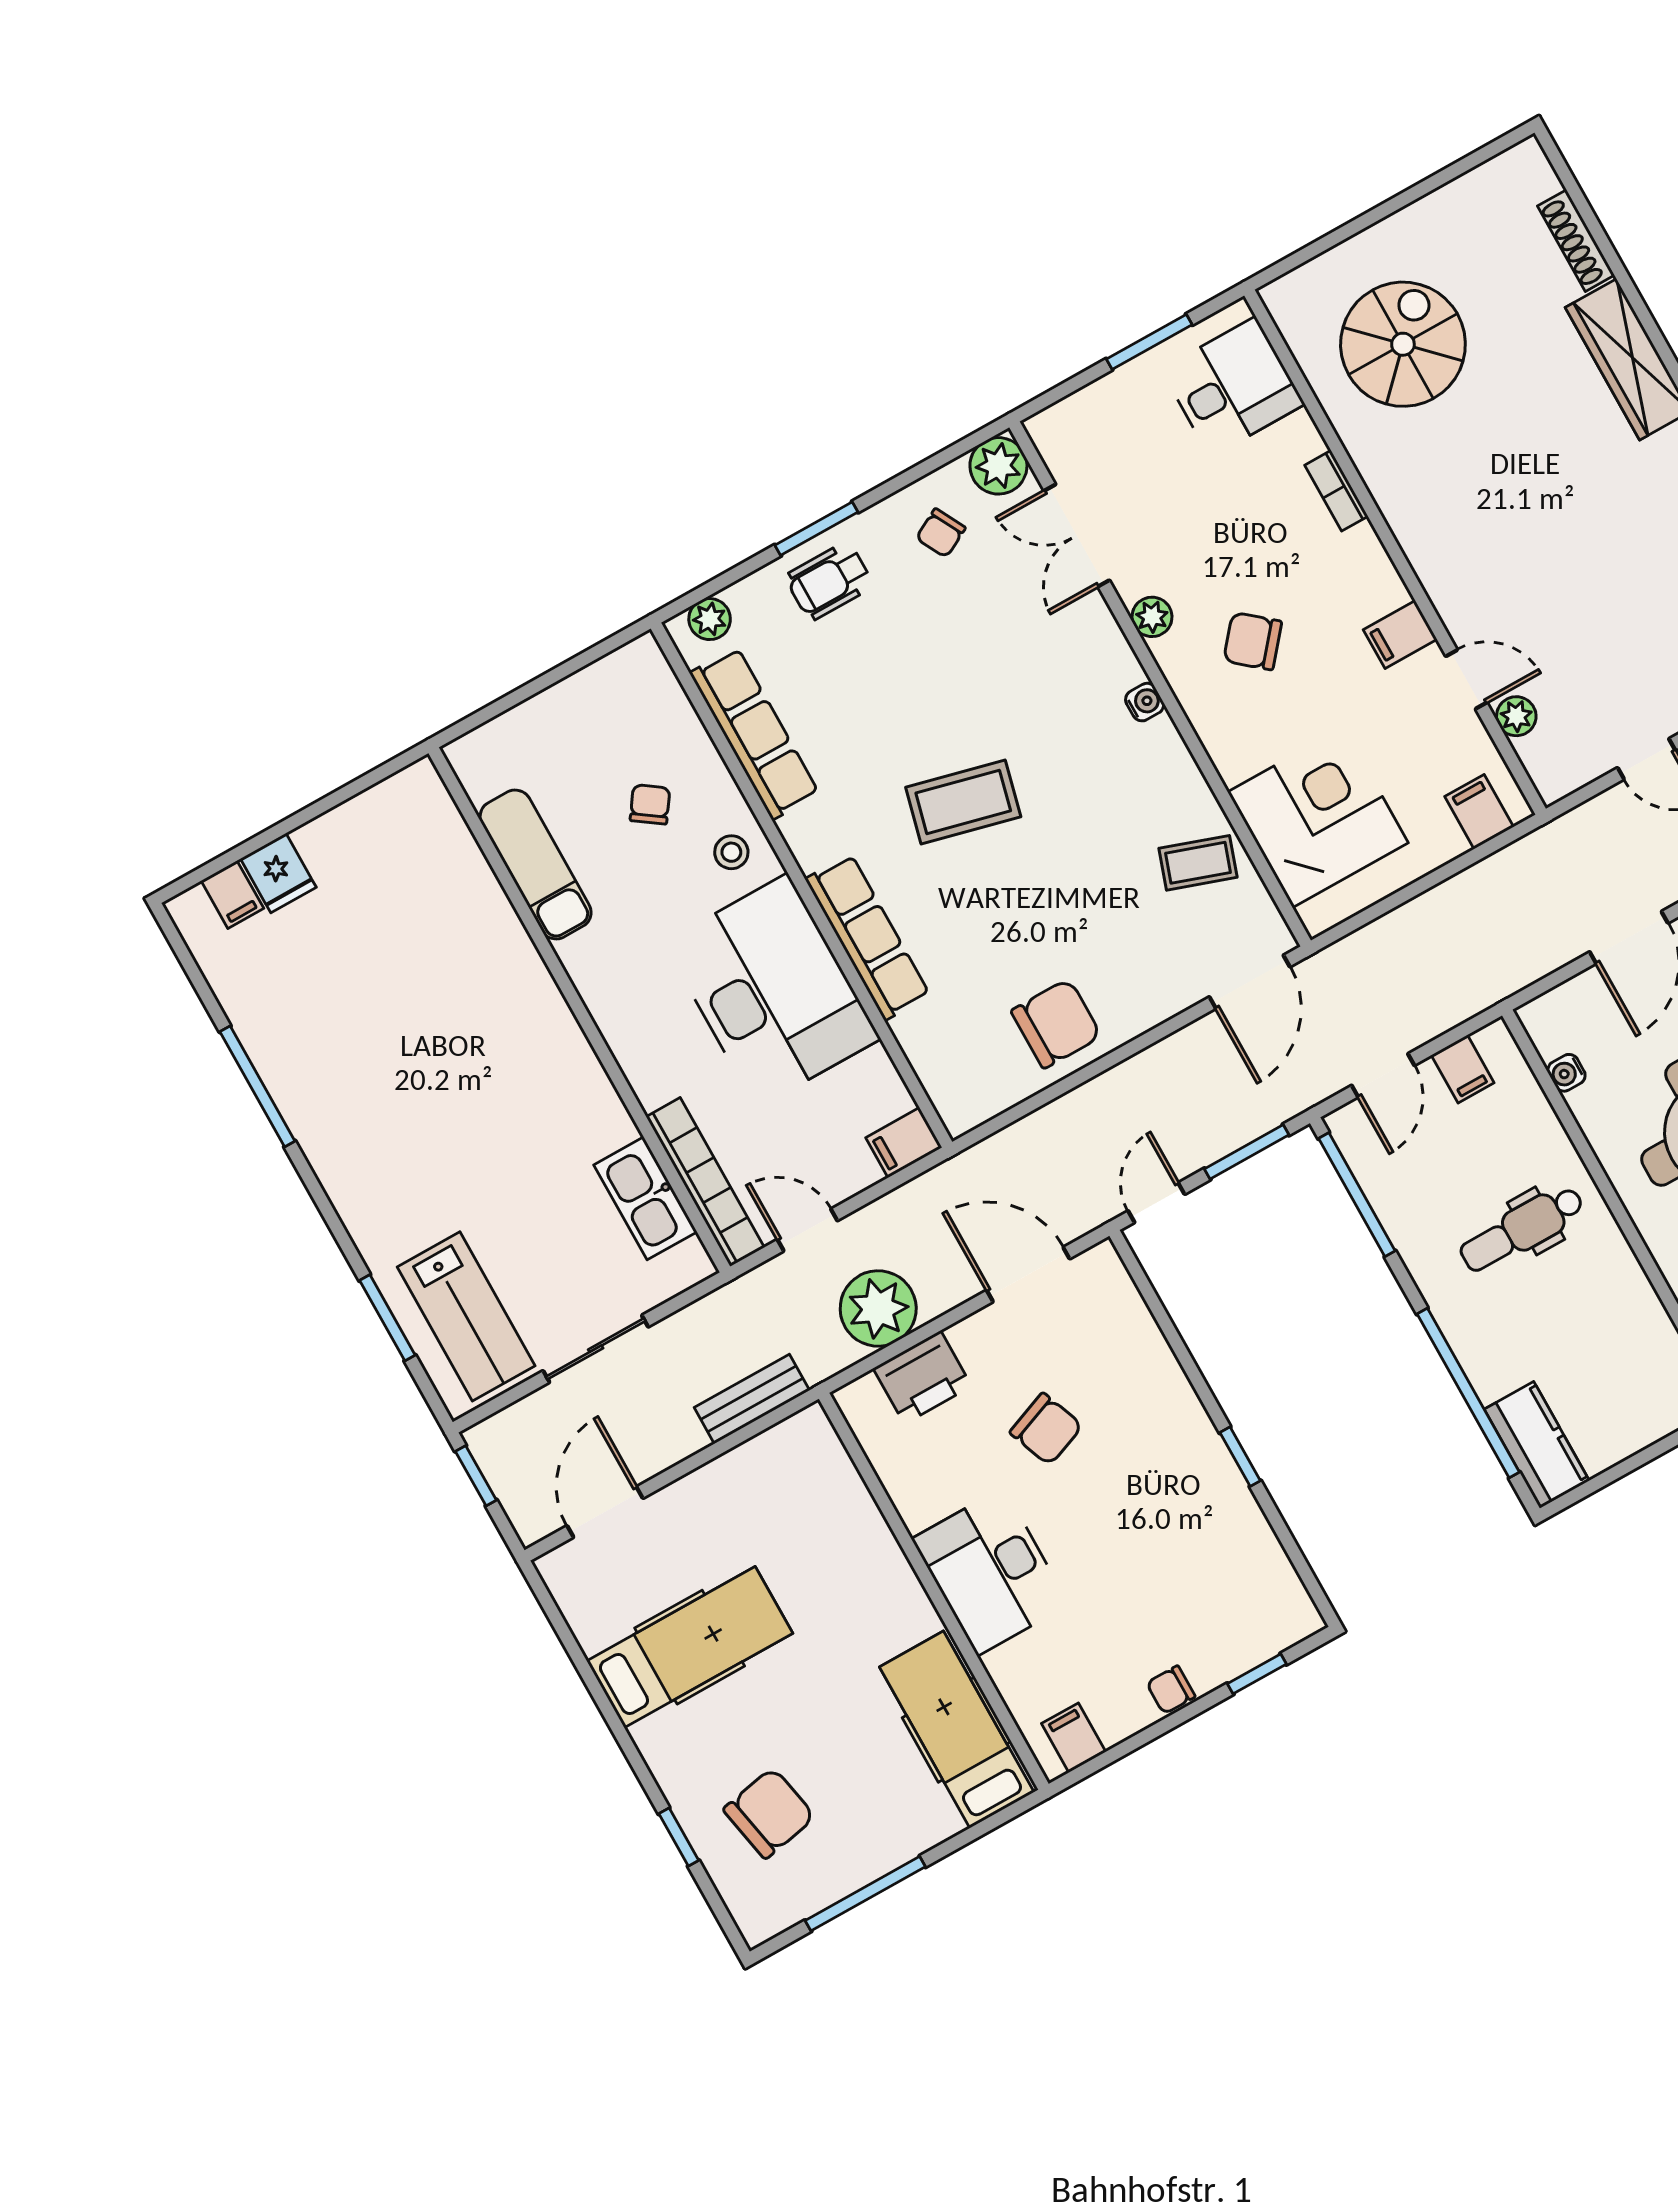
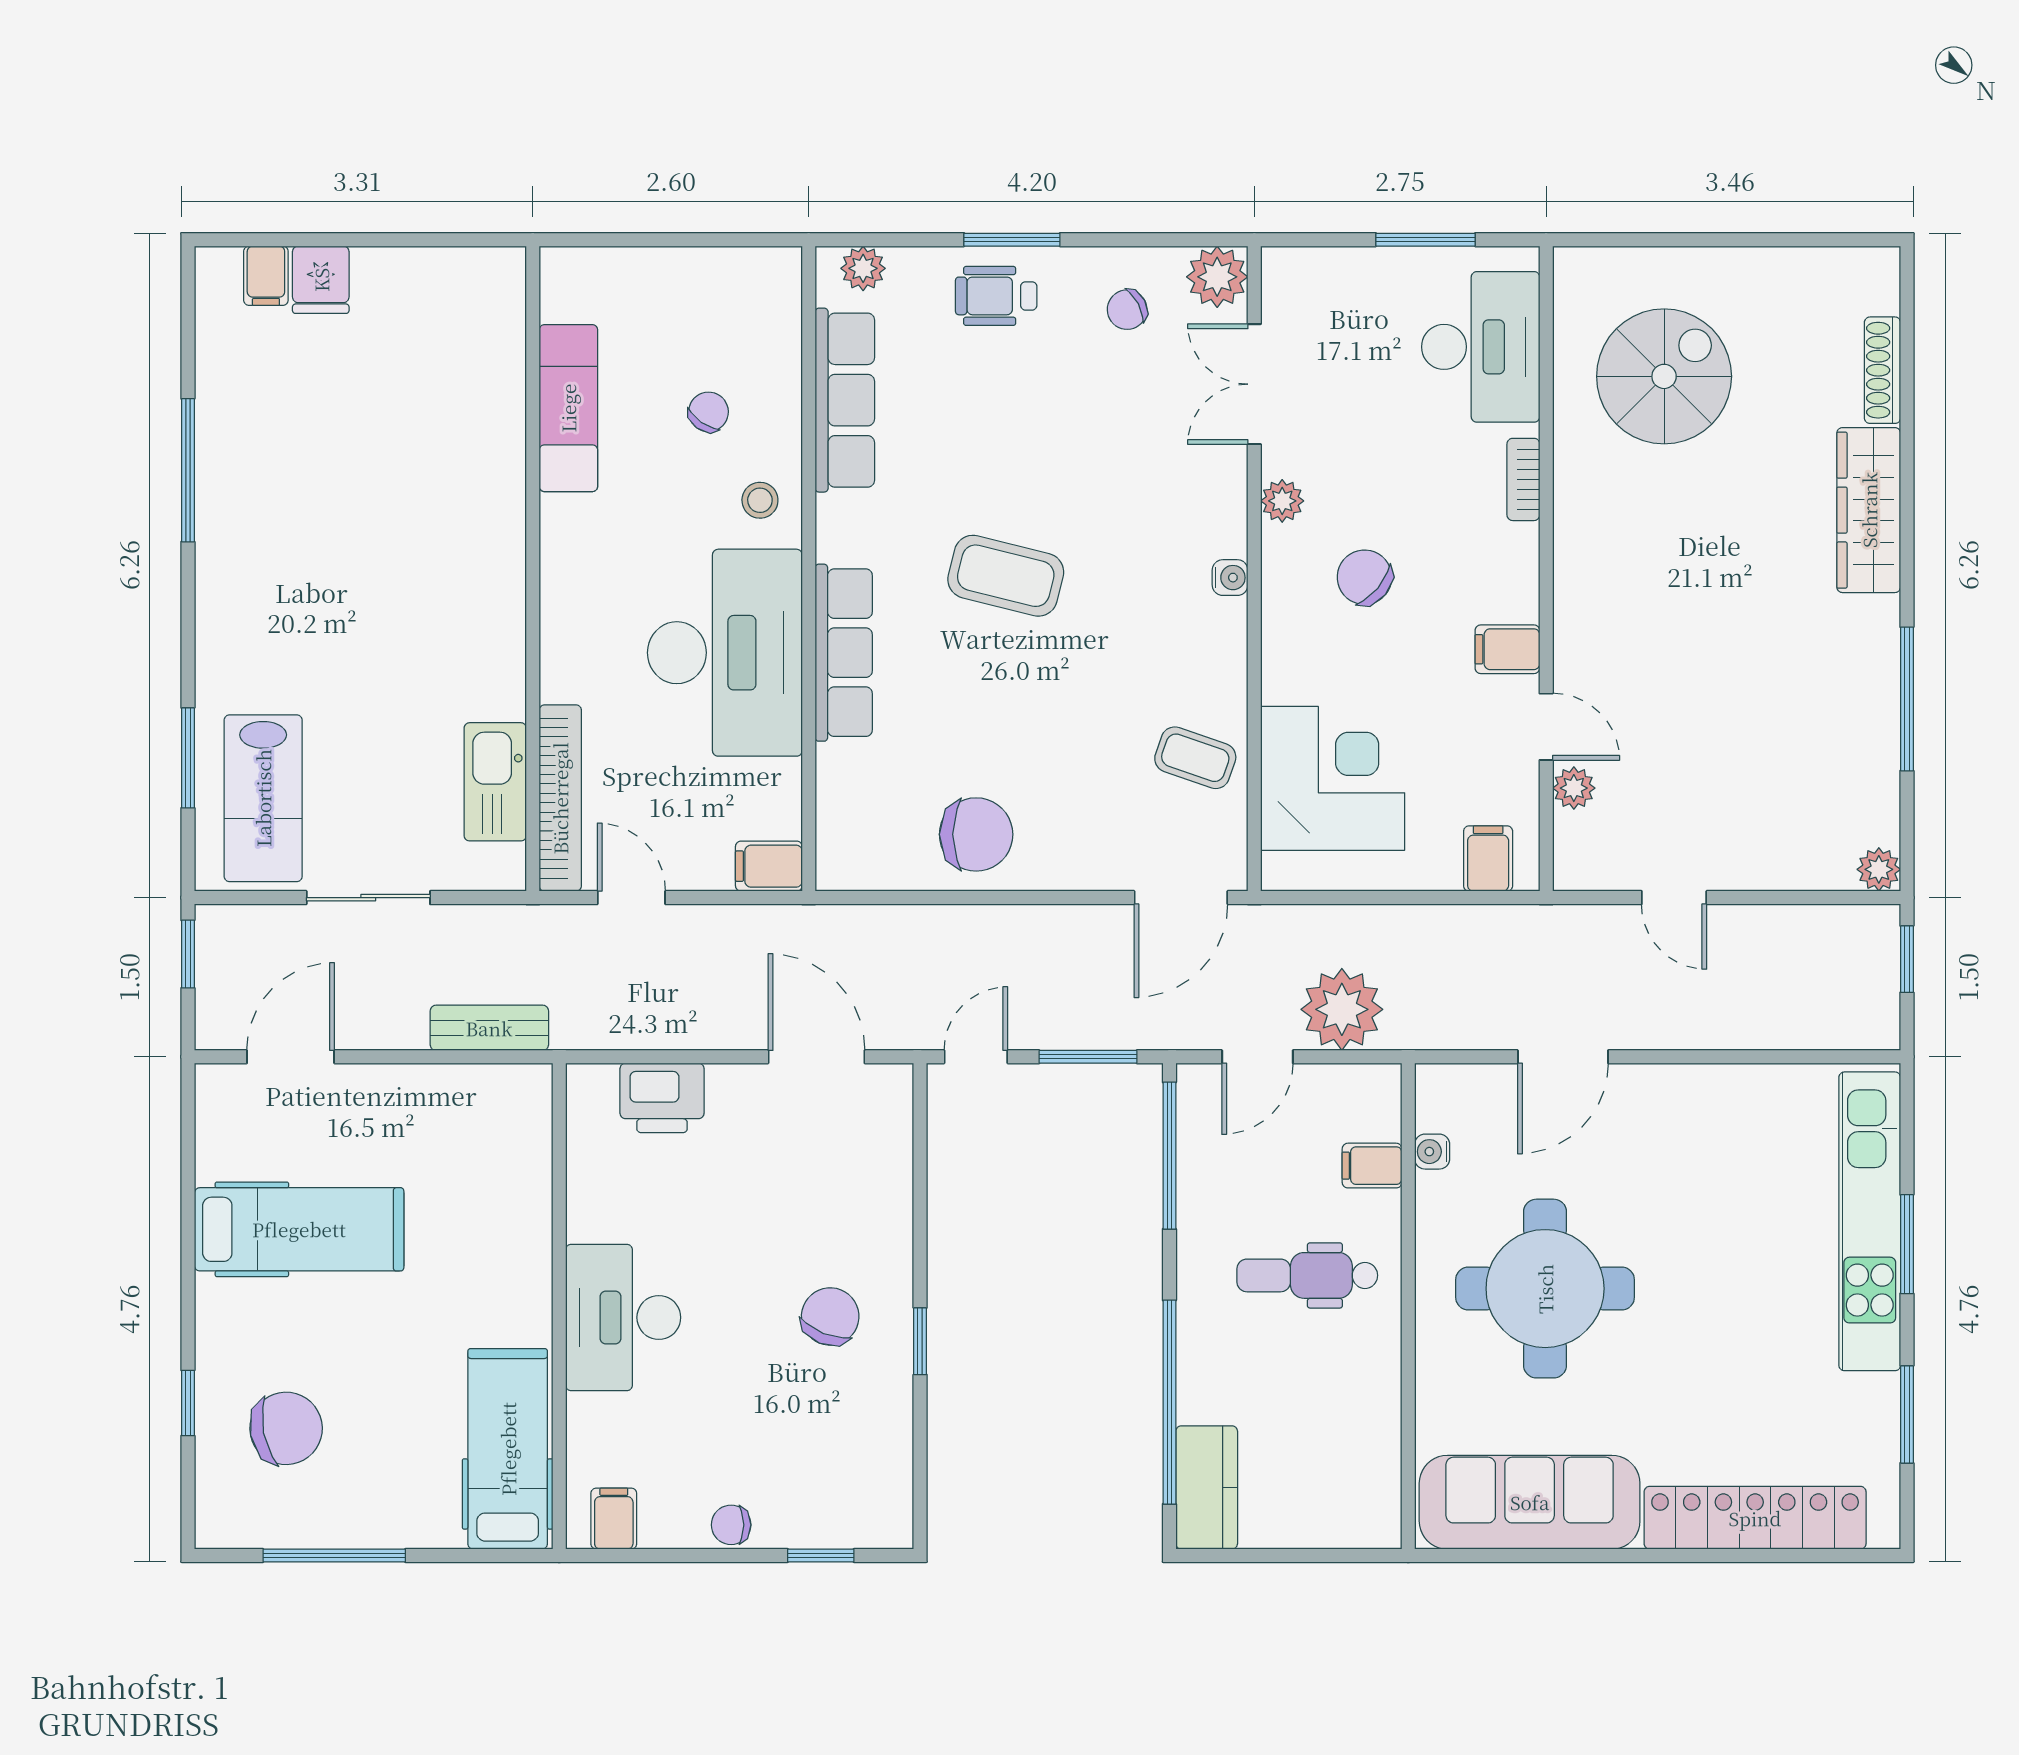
desk: (1233, 387) -> (1481, 347), width x1.37
filing cabinet: (1463, 1069) -> (1372, 1166), moved, turned 90
plant: (878, 1309) -> (1342, 1009), moved
chair: (1046, 1429) -> (830, 1316), moved, turned -137

